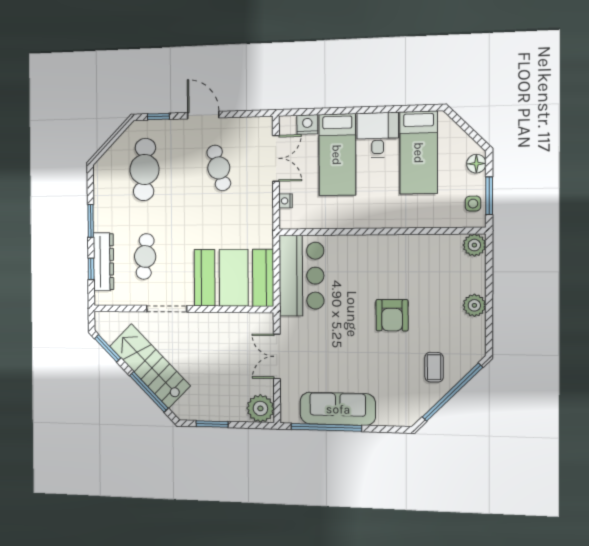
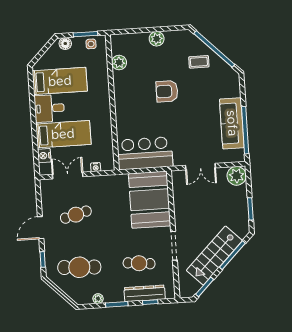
plant: (100, 194) -> (98, 299), added
plant: (474, 245) -> (119, 63), moved
armchair: (392, 315) -> (167, 91), turned 180

